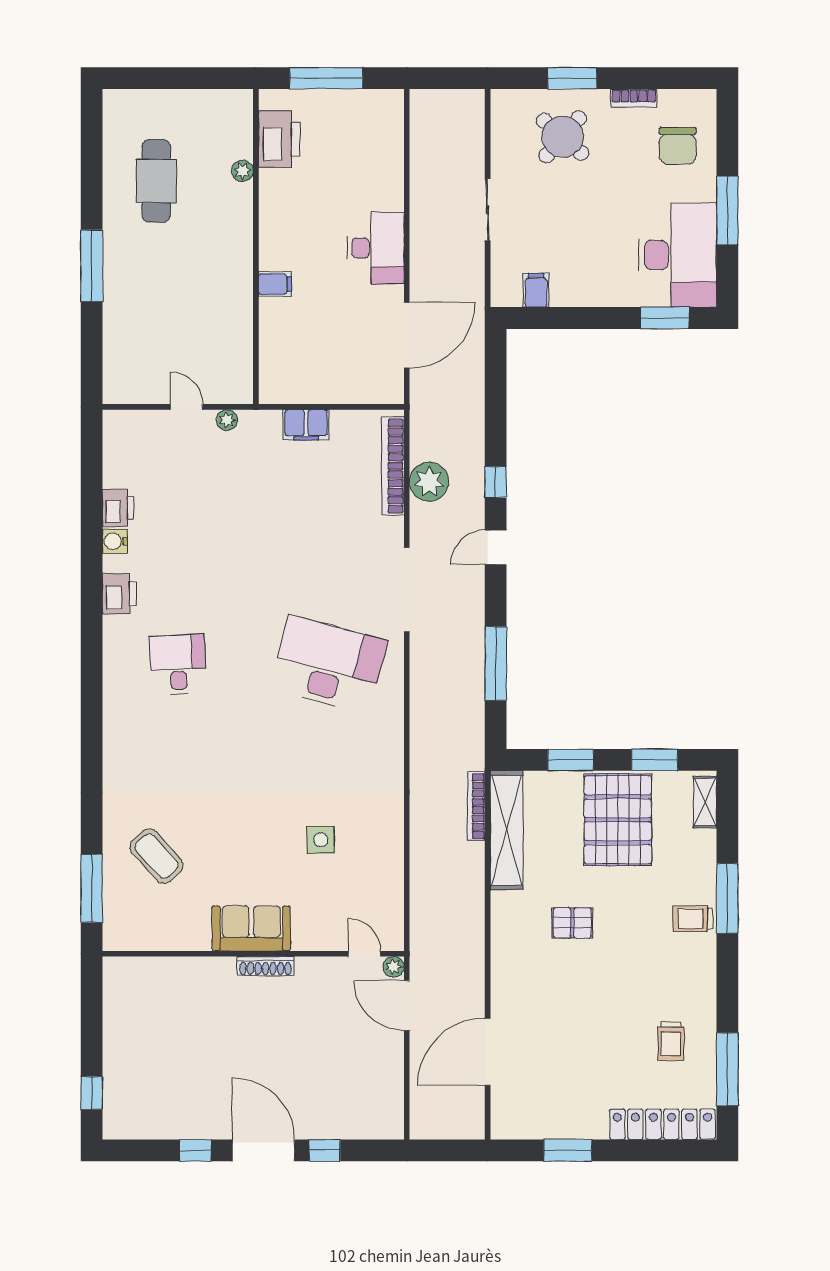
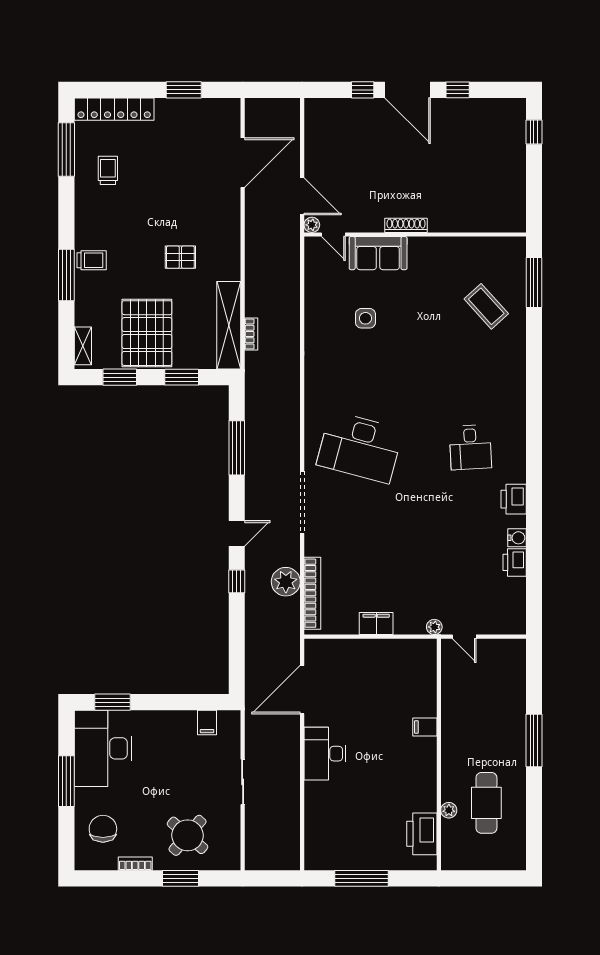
printer: (279, 139) -> (422, 834), moved
plant: (242, 171) -> (449, 810), moved
wall: (256, 247) -> (439, 755), moved
filing cabinet: (275, 284) -> (425, 727), moved
bookcase: (476, 806) -> (251, 334), width x0.64
sofa: (251, 928) -> (378, 253), moved

